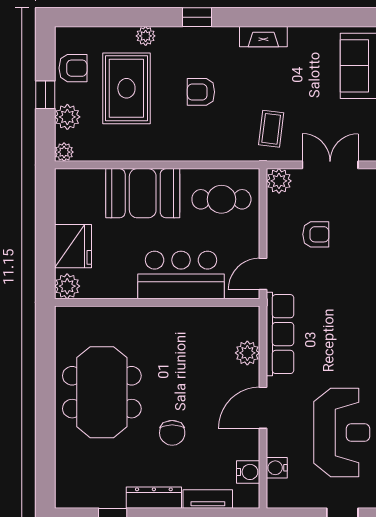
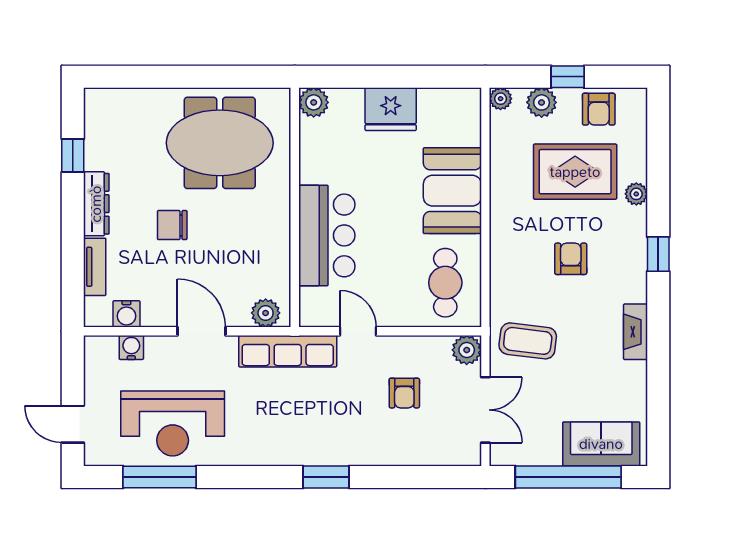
coffee table: (271, 129) -> (528, 341), width x1.36, depth x1.30
bar counter: (181, 275) -> (327, 235), moved
plant: (67, 286) -> (314, 102), moved
wall: (157, 302) -> (295, 207), moved

